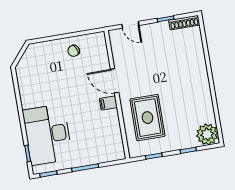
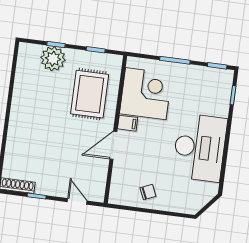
door: (115, 81) -> (113, 145), swing flipped
corner desk: (101, 132) -> (146, 94), added
plant: (207, 134) -> (53, 59), moved
desk: (48, 135) -> (200, 148), moved

